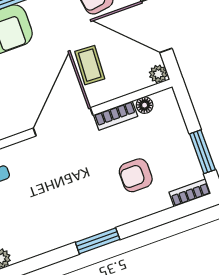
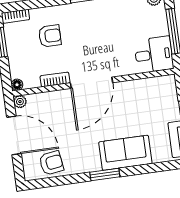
coffee table: (90, 65) -> (65, 118), removed
floor lamp: (145, 105) -> (17, 85), moved

